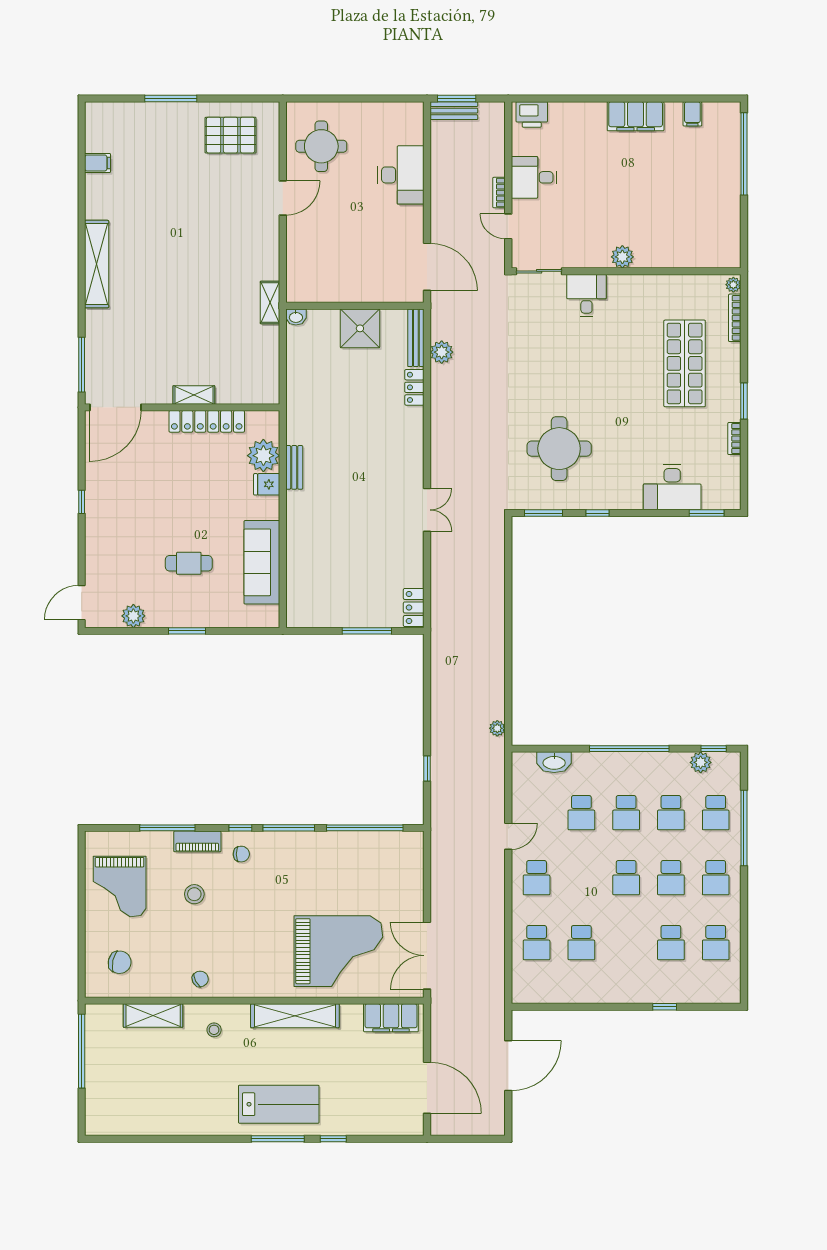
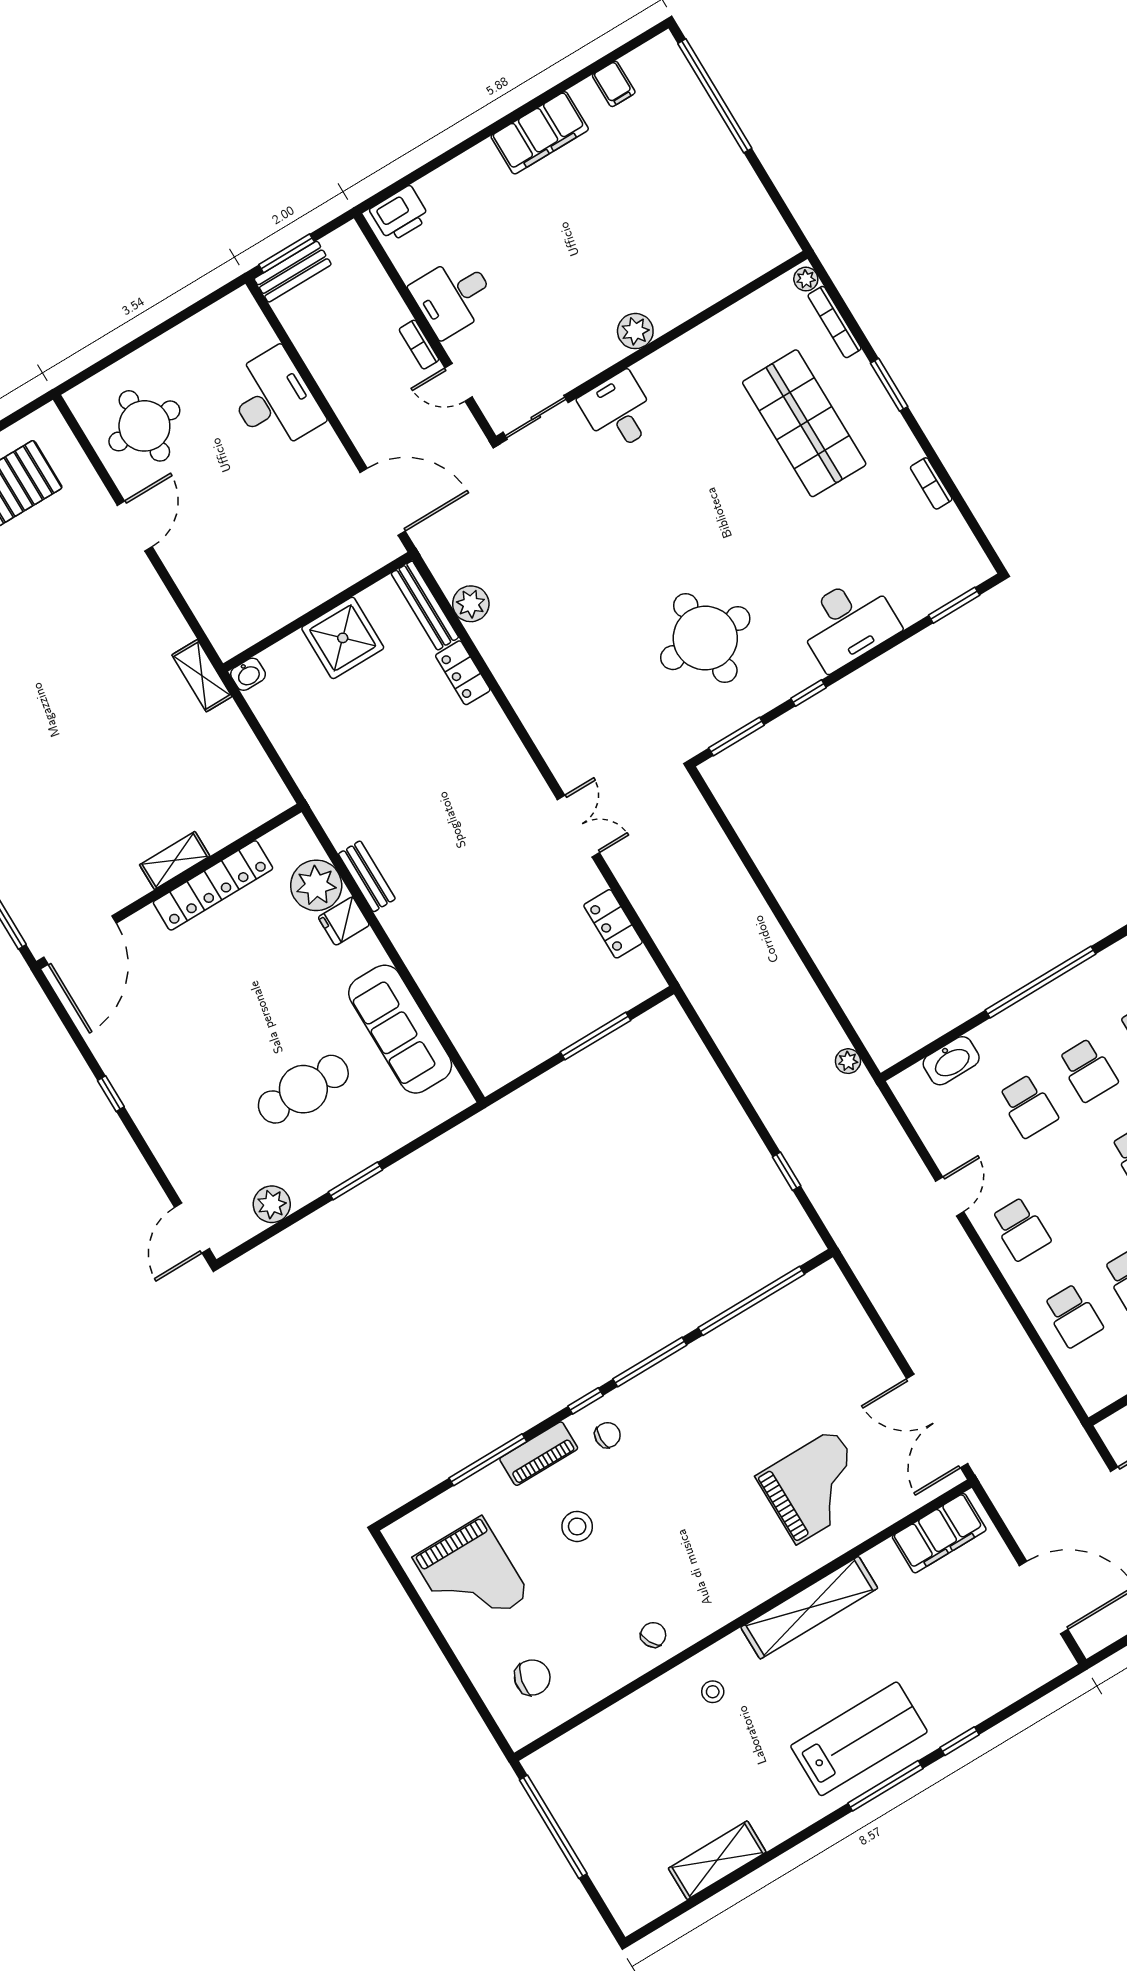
window: (744, 401) -> (889, 385), moved
desk: (672, 487) -> (848, 623), moved
cafe table: (189, 563) -> (303, 1089), width x1.37, depth x1.35
locker: (414, 607) -> (613, 924), moved
grand piano: (338, 951) -> (815, 1487), width x0.73, depth x0.68
shelving: (153, 1016) -> (717, 1860), moved

